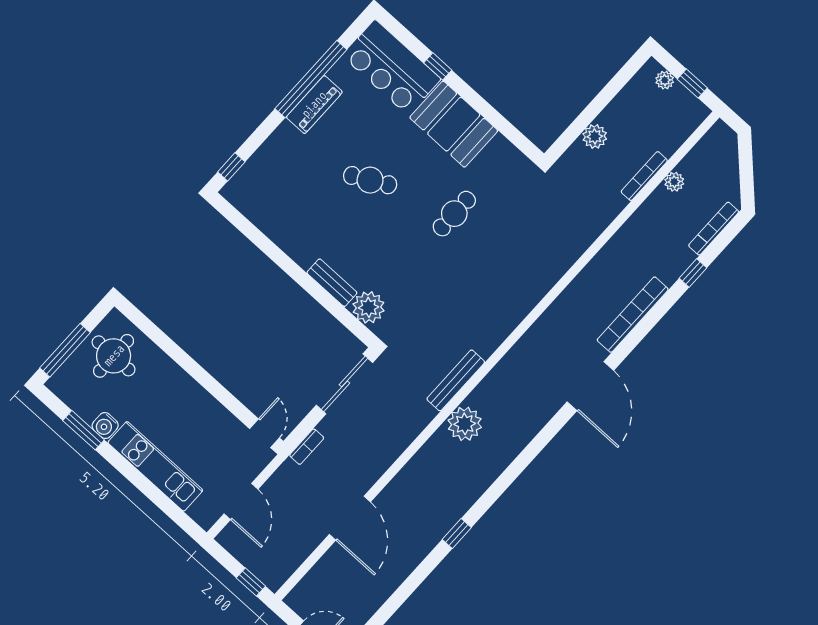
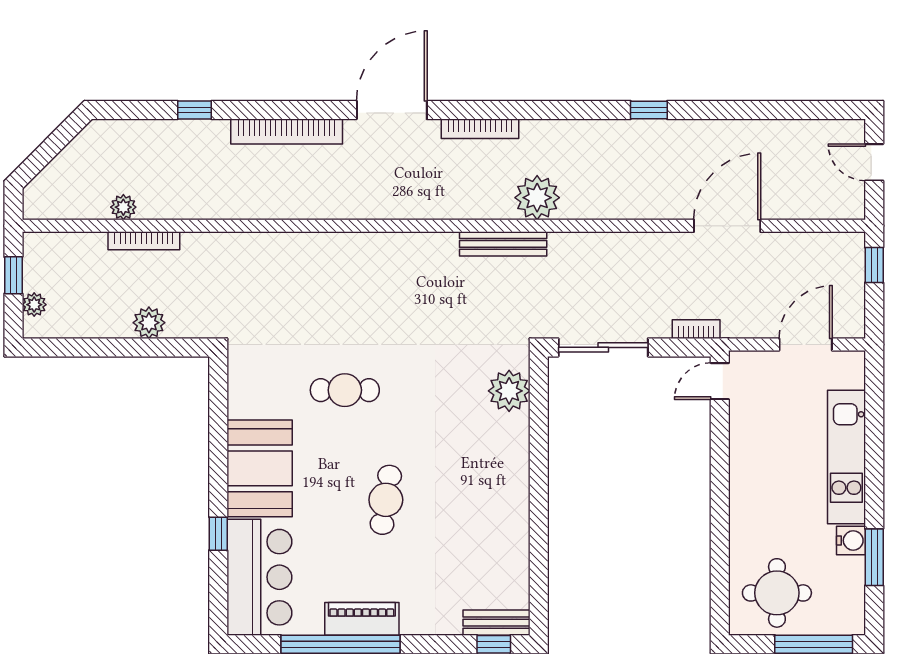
cafe table: (370, 180) -> (386, 500), turned 37
bookcase: (714, 229) -> (480, 129), moved
bench: (332, 283) -> (497, 623), moved, turned 90

